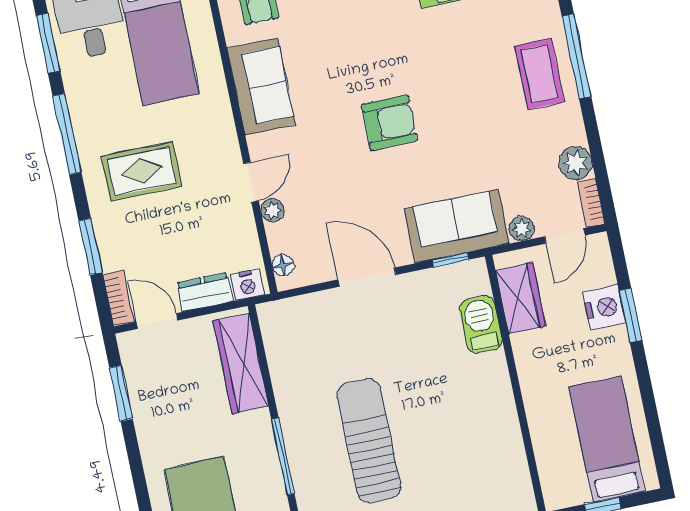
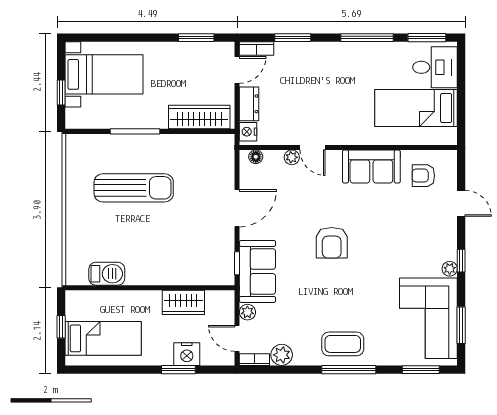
rug: (142, 171) -> (334, 80), removed
wardrobe: (521, 298) -> (183, 302), moved
barbecue: (481, 324) -> (107, 274), moved

